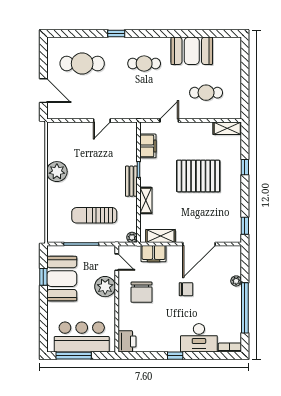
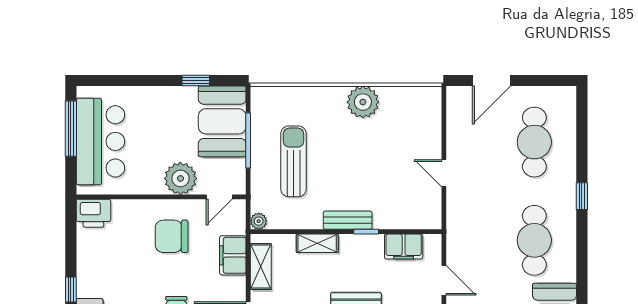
cafe table: (144, 64) -> (534, 240), width x1.37, depth x1.35
booth: (62, 279) -> (222, 121), moved, turned 90

